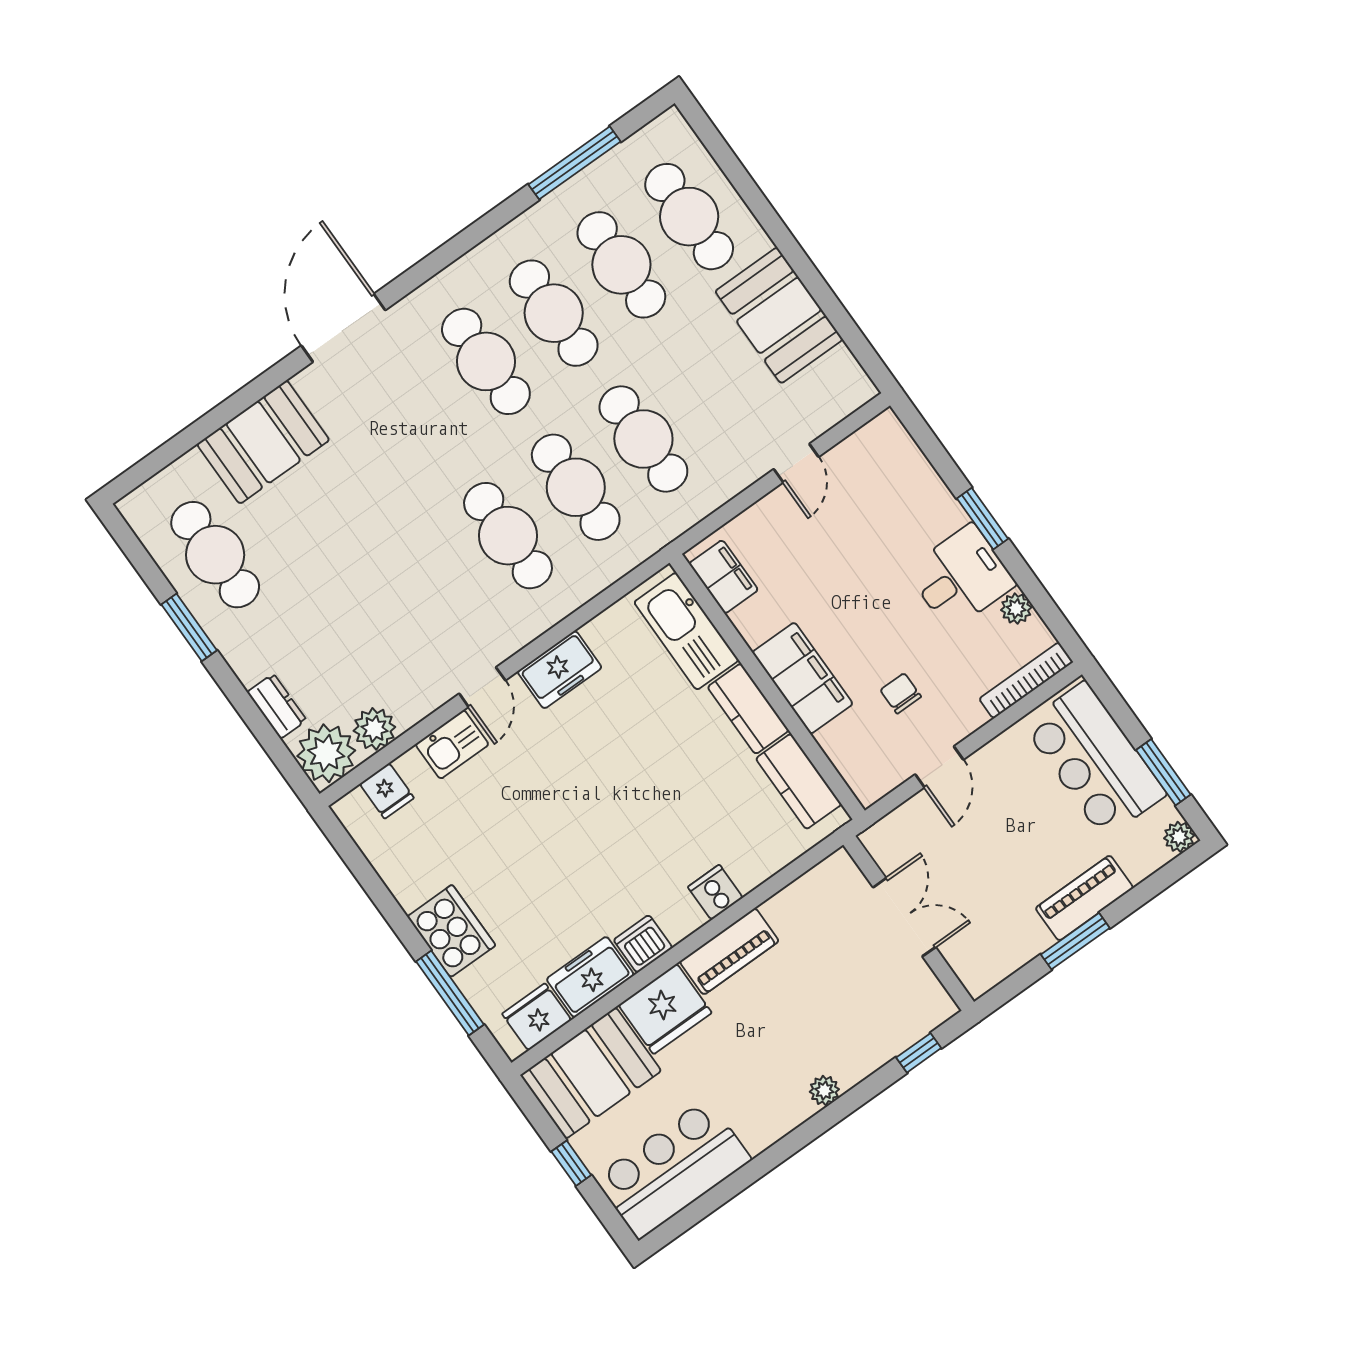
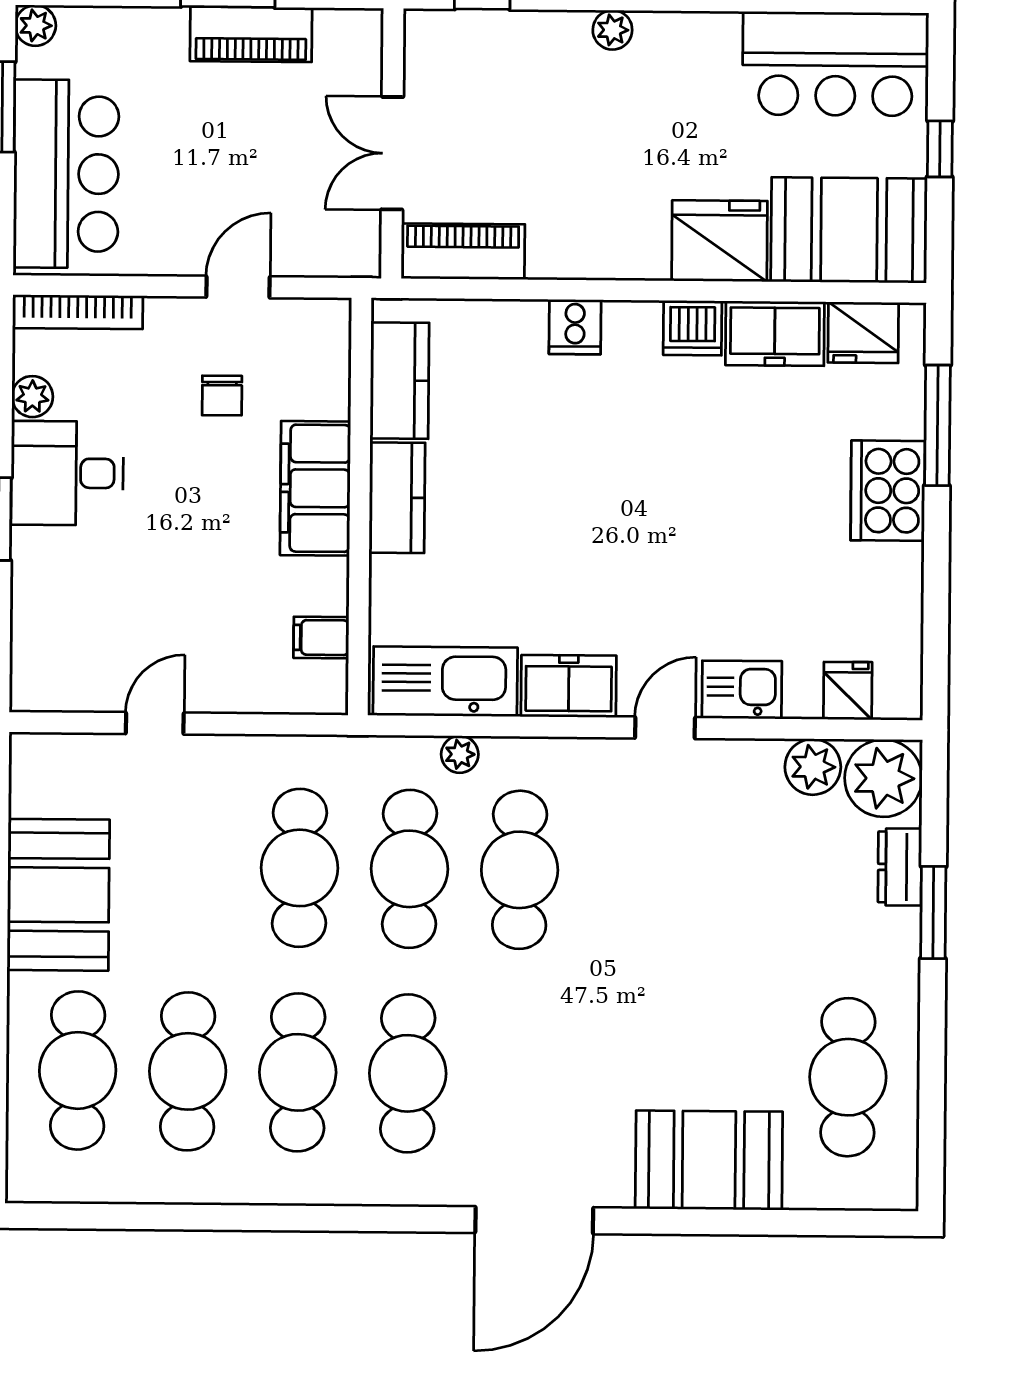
window: (574, 163) -> (159, 1217), removed
filing cabinet: (723, 577) -> (321, 638), width x0.50
plant: (596, 580) -> (460, 754), added
window: (189, 627) -> (933, 912), moved
kitchen sink: (686, 631) -> (445, 681), moved, turned -90
piano: (1084, 898) -> (251, 34), moved
piano: (729, 951) -> (463, 251), moved

